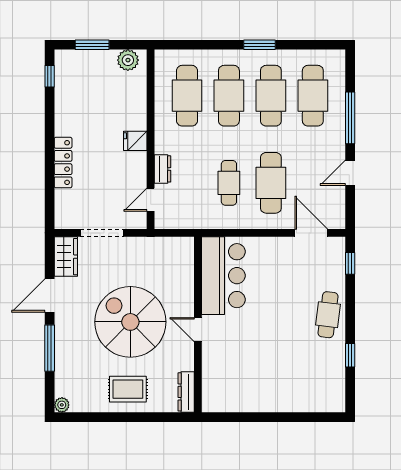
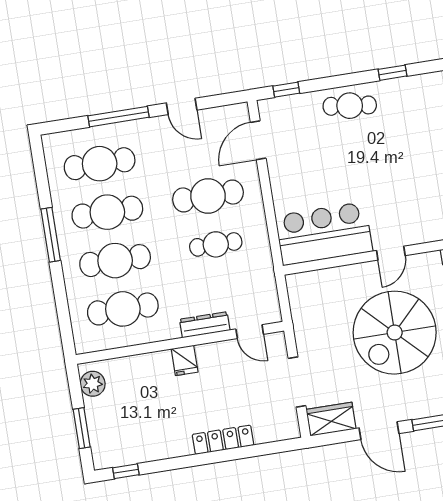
window: (259, 45) -> (51, 235), width x1.44
dresser: (163, 169) -> (205, 325), width x1.44

